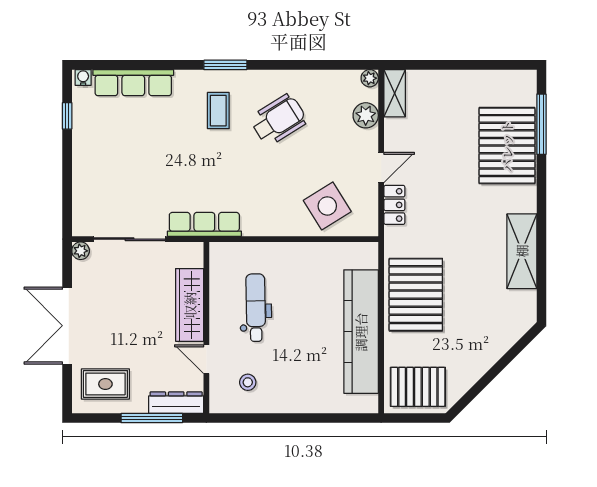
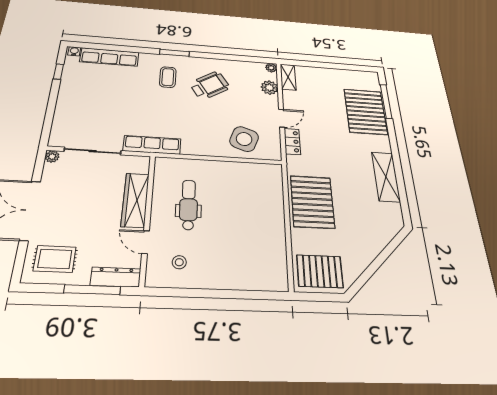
side table: (327, 206) -> (244, 139), turned -38
kitchen counter: (361, 332) -> (272, 226), removed

